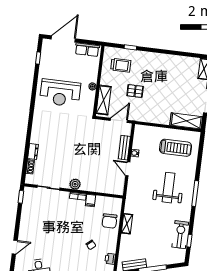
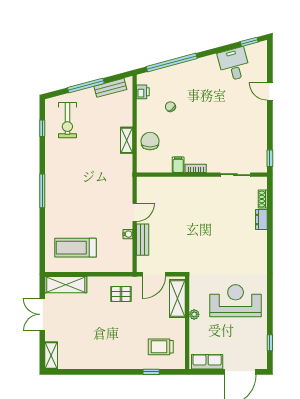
pallet: (135, 91) -> (121, 294), moved
door: (128, 169) -> (135, 212), hinge flipped
plant: (75, 184) -> (201, 184), removed
weight bench: (169, 188) -> (78, 194), removed
exercise bike: (180, 235) -> (67, 120), moved
door: (15, 247) -> (270, 91), hinge flipped

